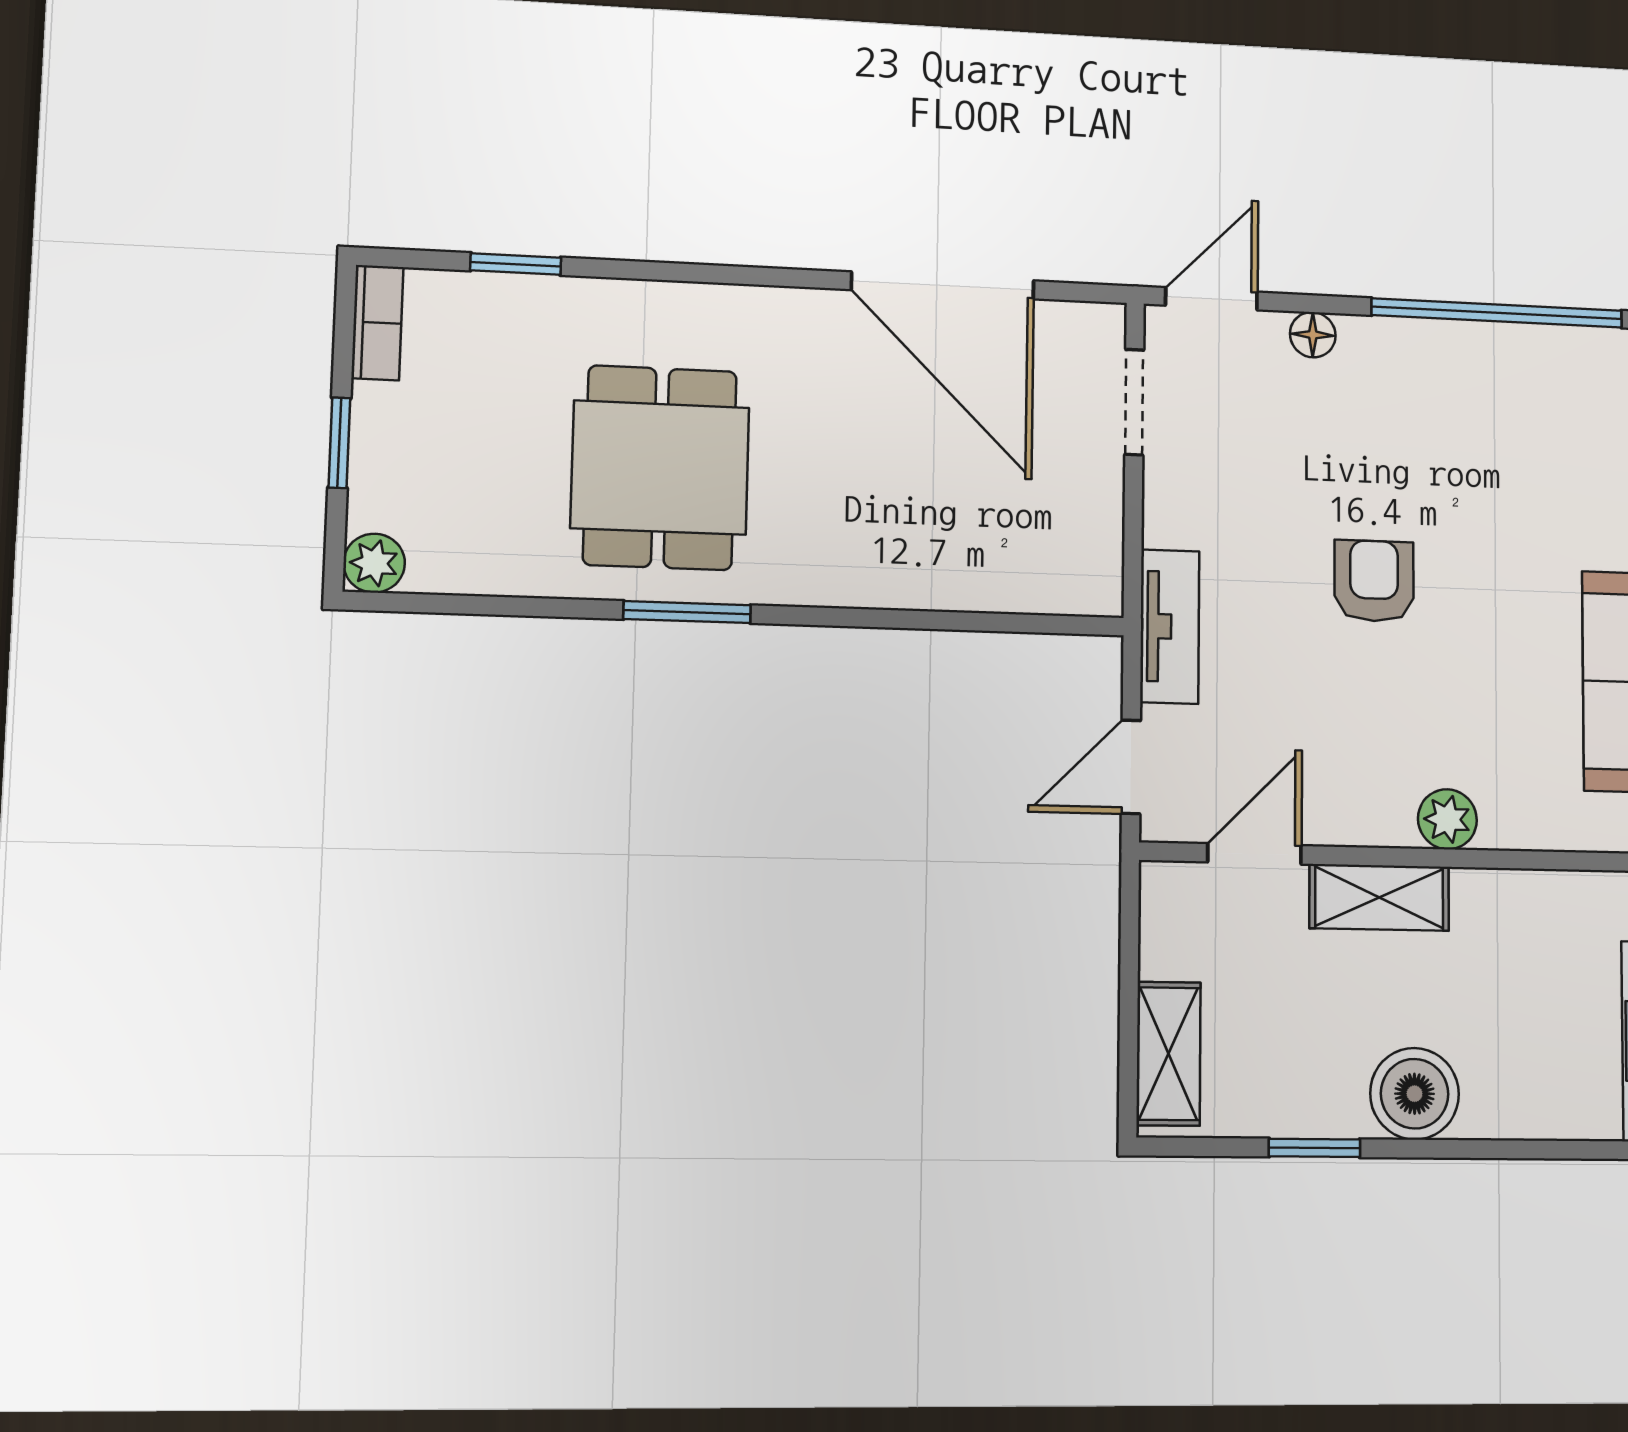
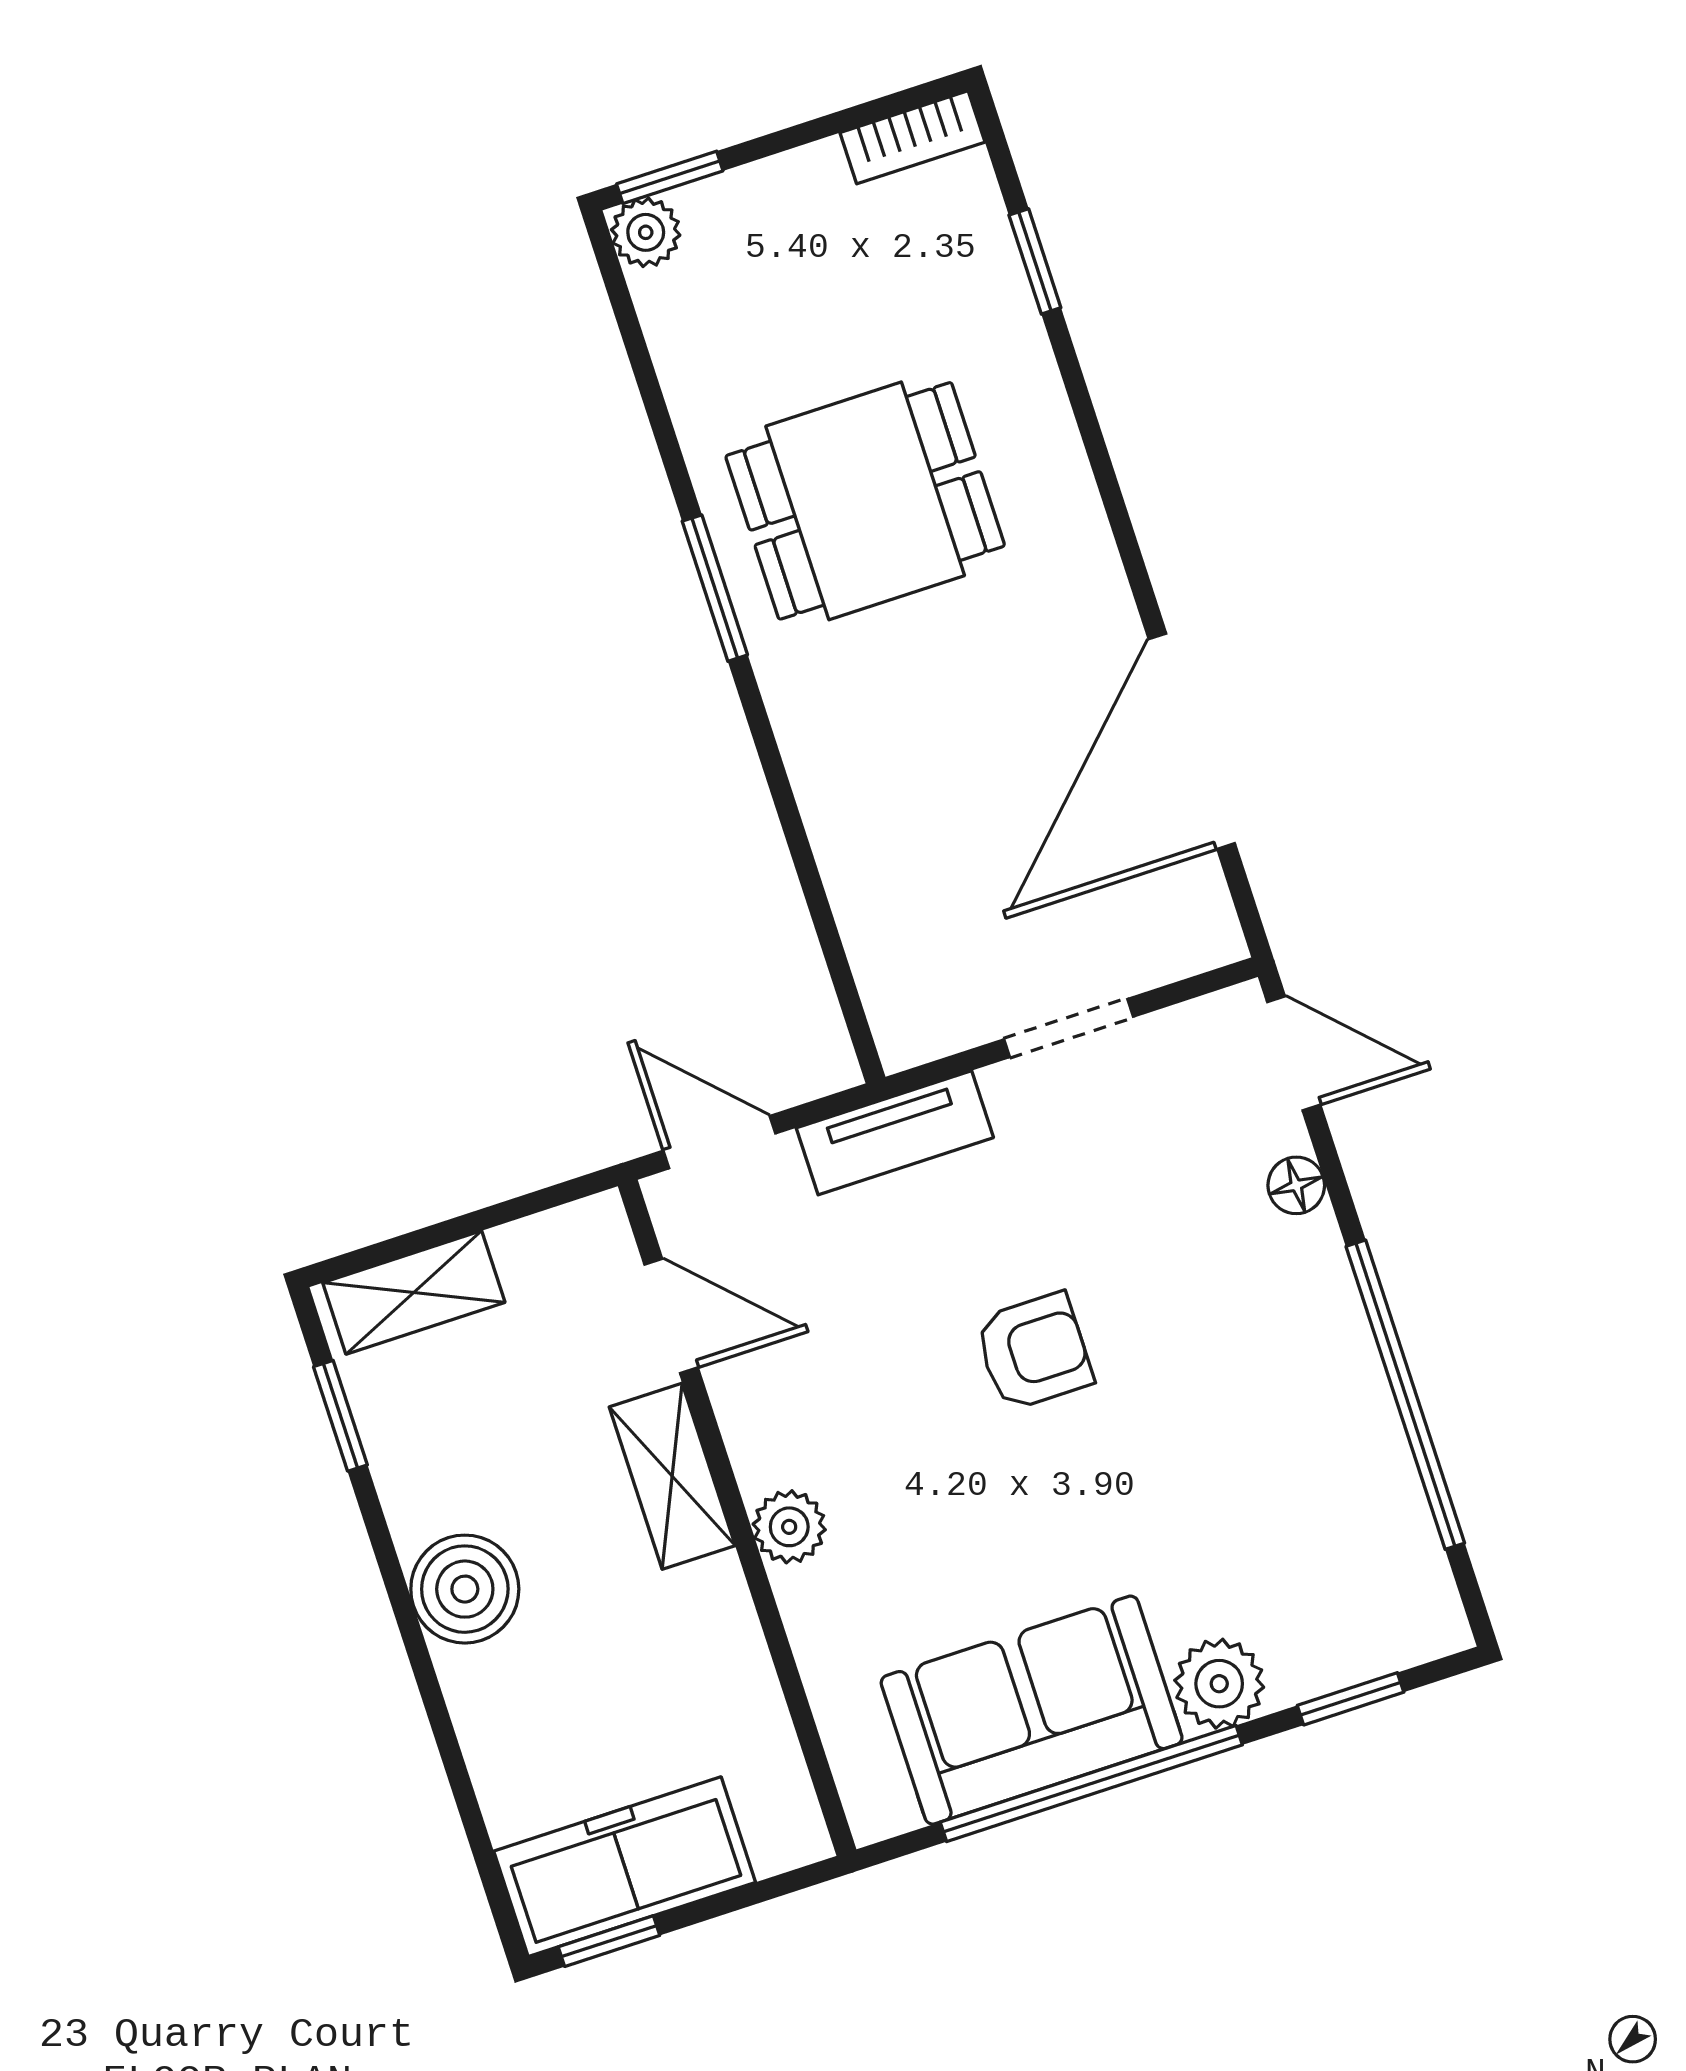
doorway: (1134, 402) -> (1069, 1028), moved
window: (339, 443) -> (670, 177), moved
window: (1314, 1148) -> (340, 1416), moved

